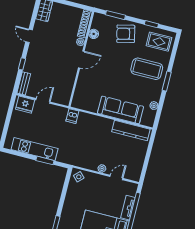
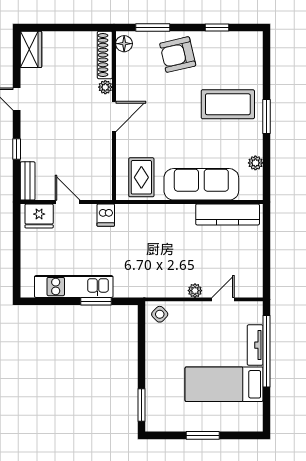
floor lamp: (94, 34) -> (124, 44), moved
rug: (159, 42) -> (141, 177), moved, turned 90
door: (43, 101) -> (68, 202), hinge flipped
dishwasher: (72, 116) -> (106, 215), moved

